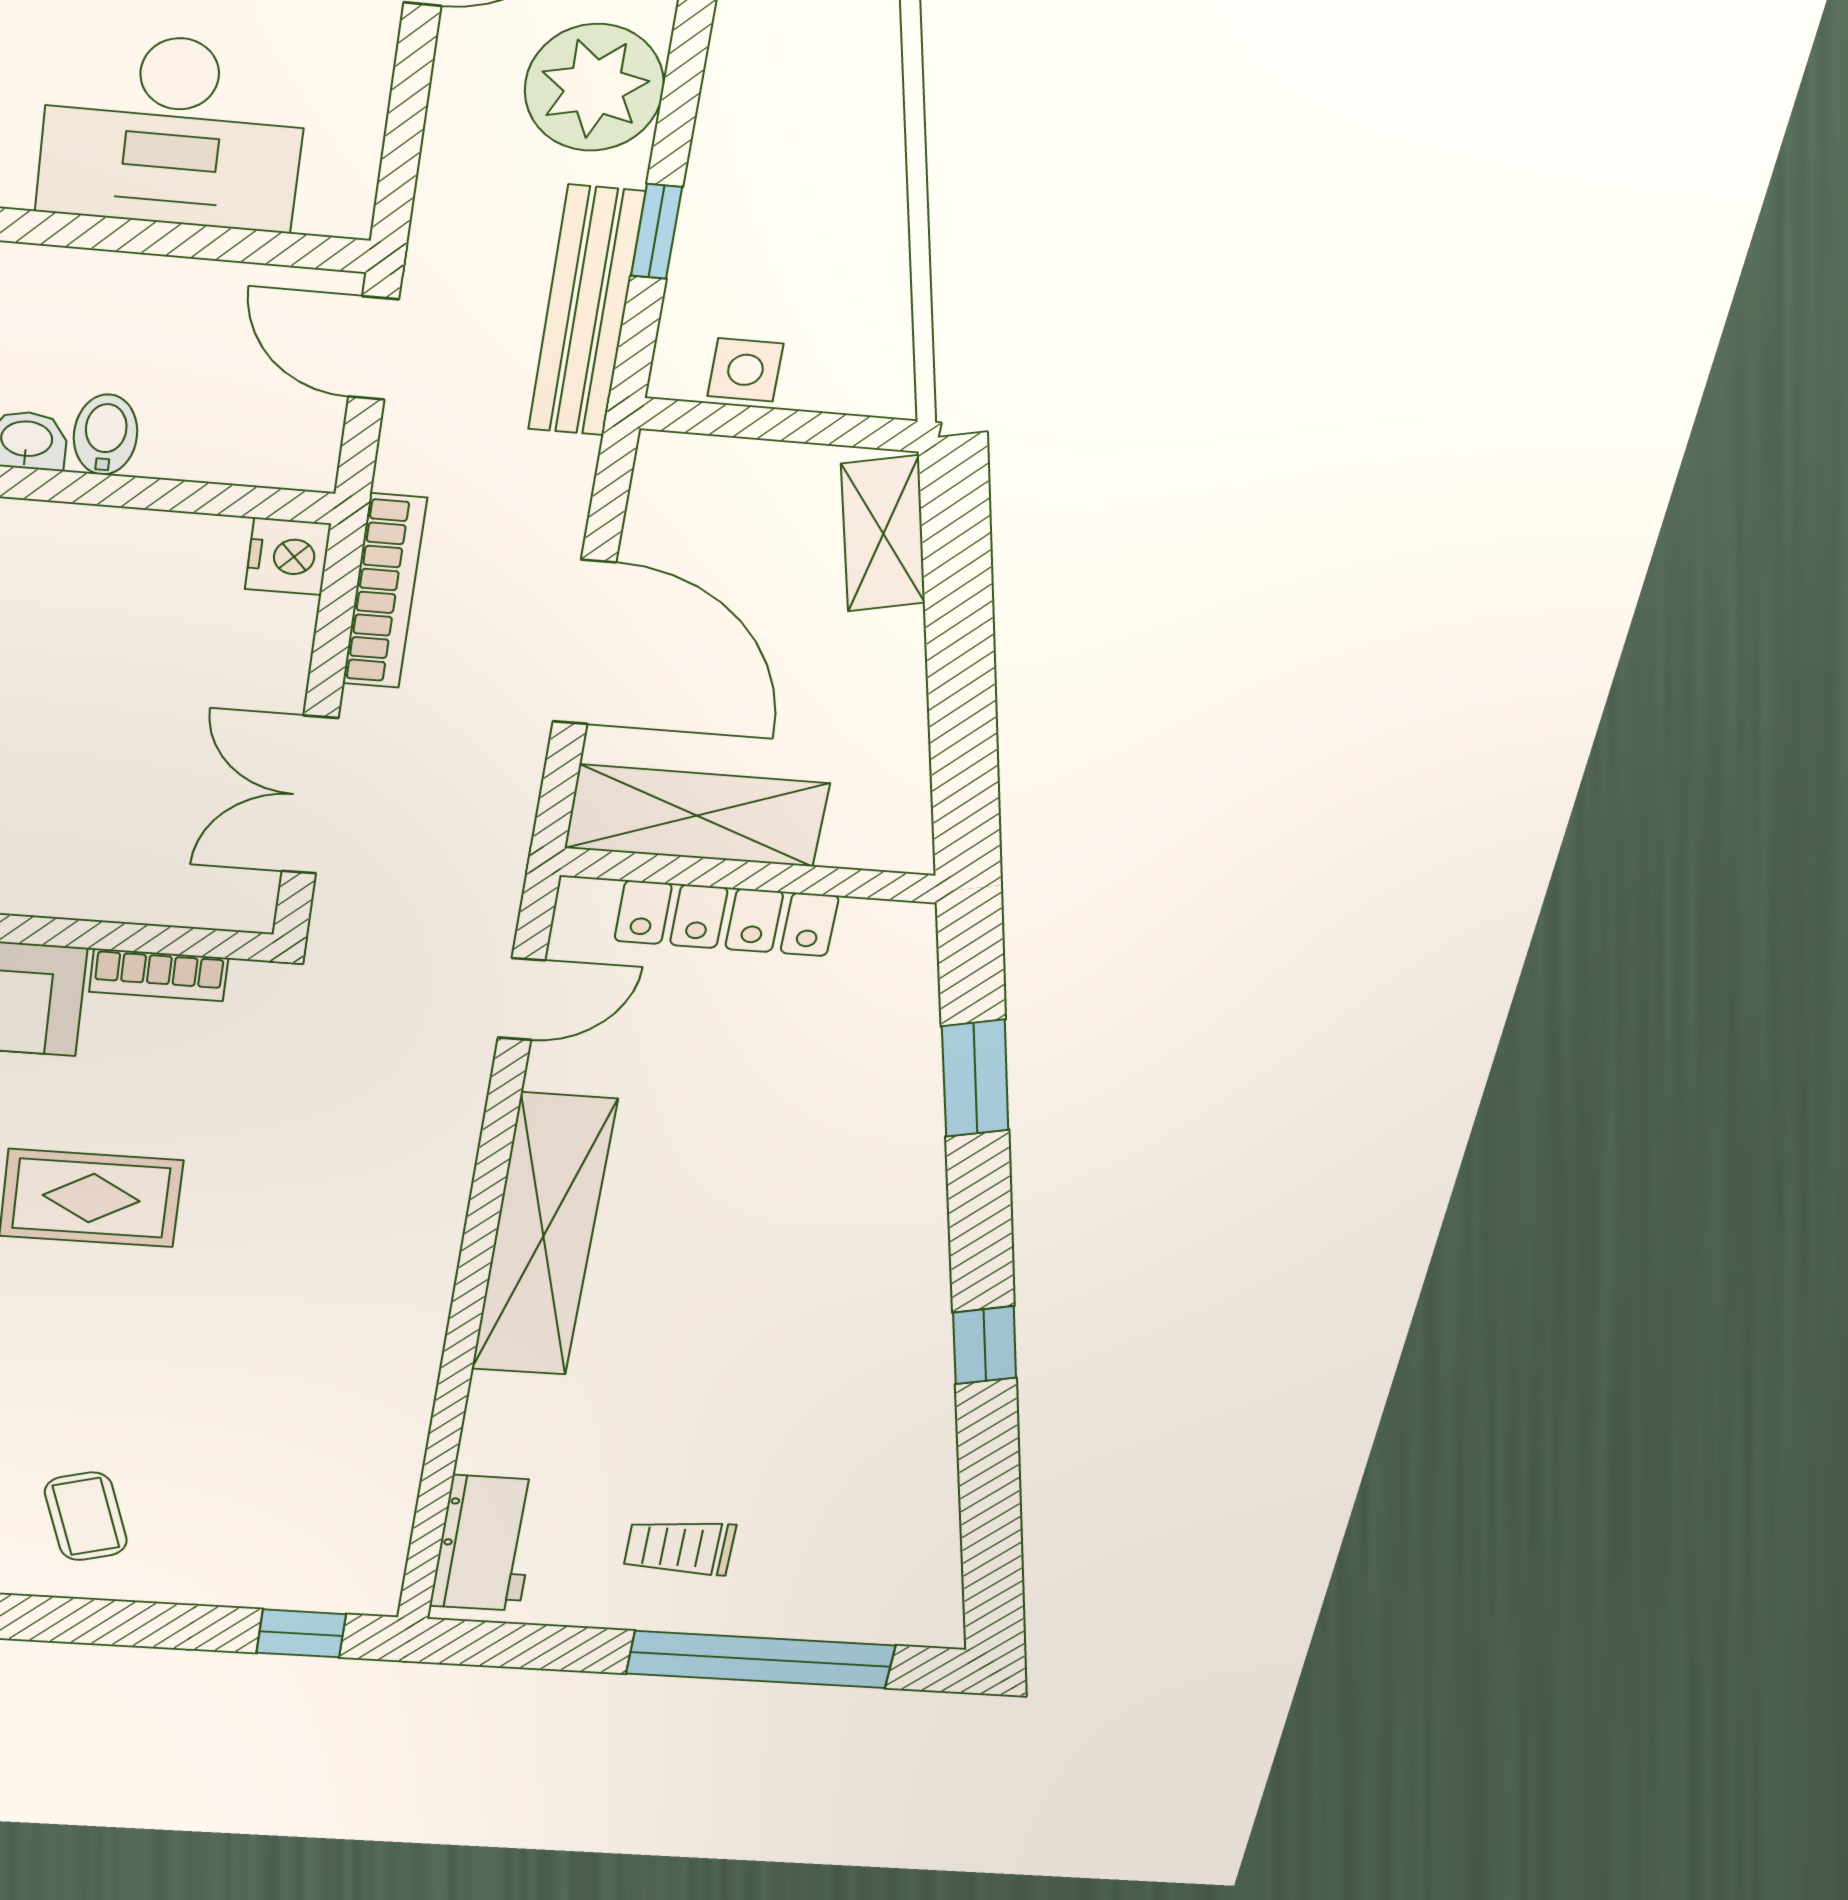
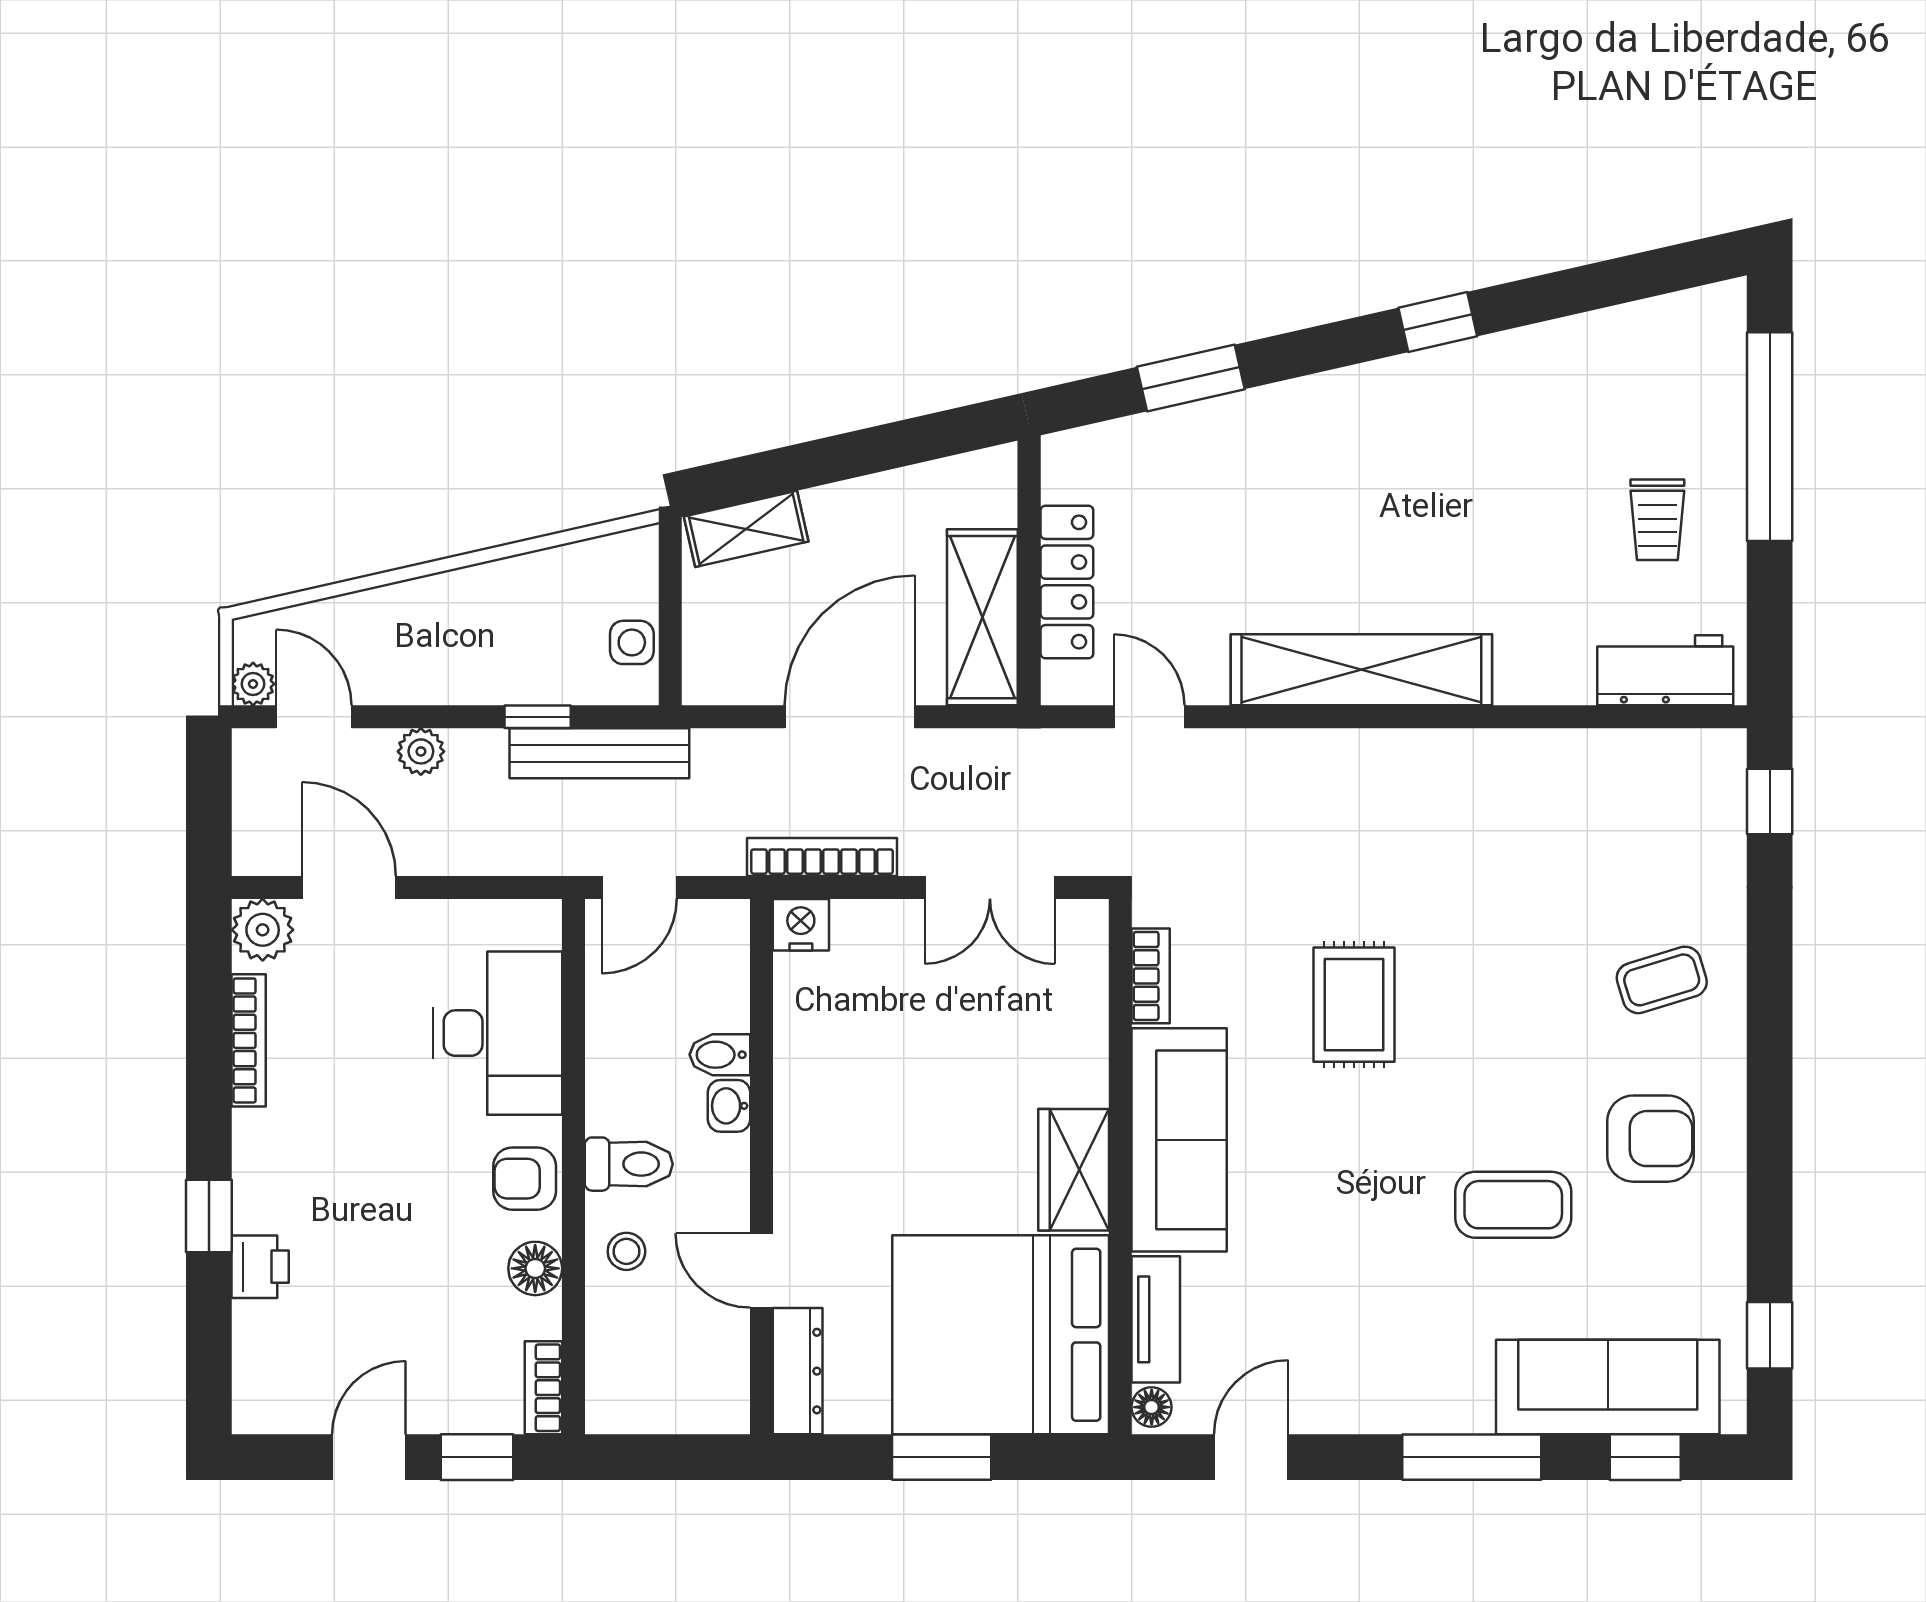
plant: (594, 88) -> (421, 751), width x0.53, depth x0.53

